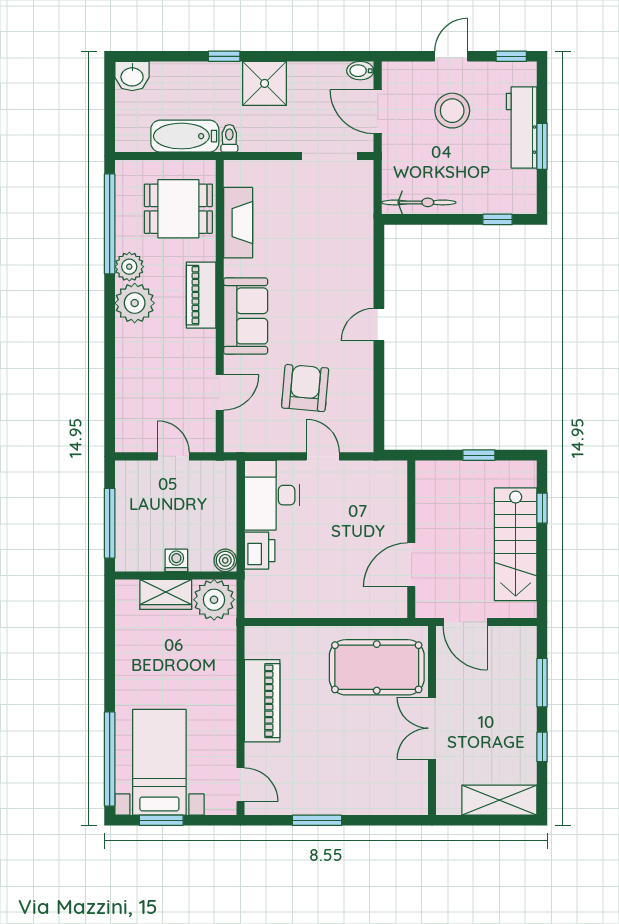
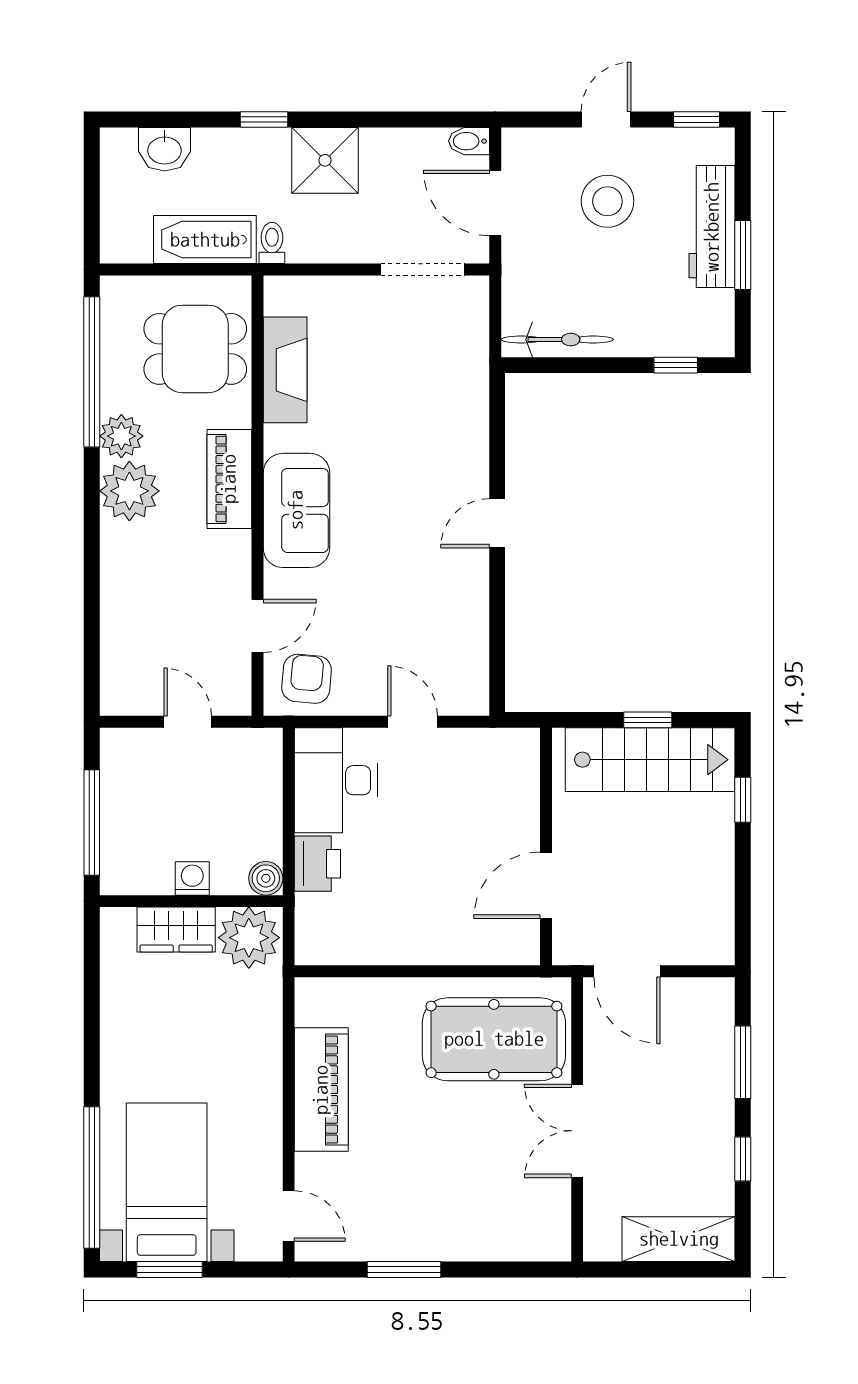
washbasin: (132, 76) -> (165, 149), moved
armchair: (305, 388) -> (307, 679), moved, width x0.72, depth x0.72
stairs: (516, 544) -> (650, 760), moved, turned -90

